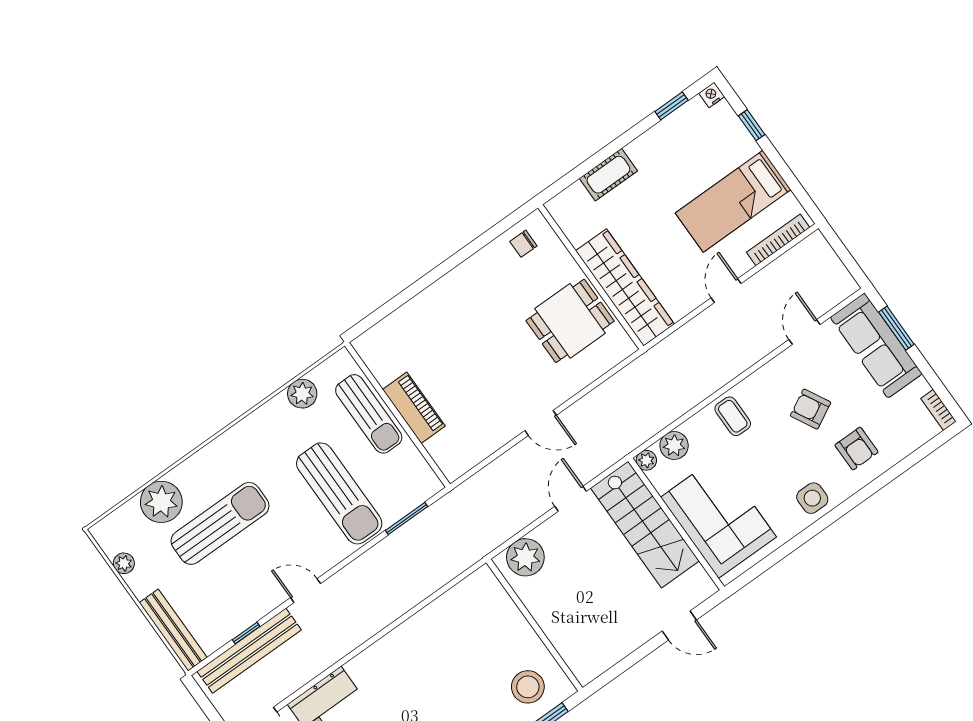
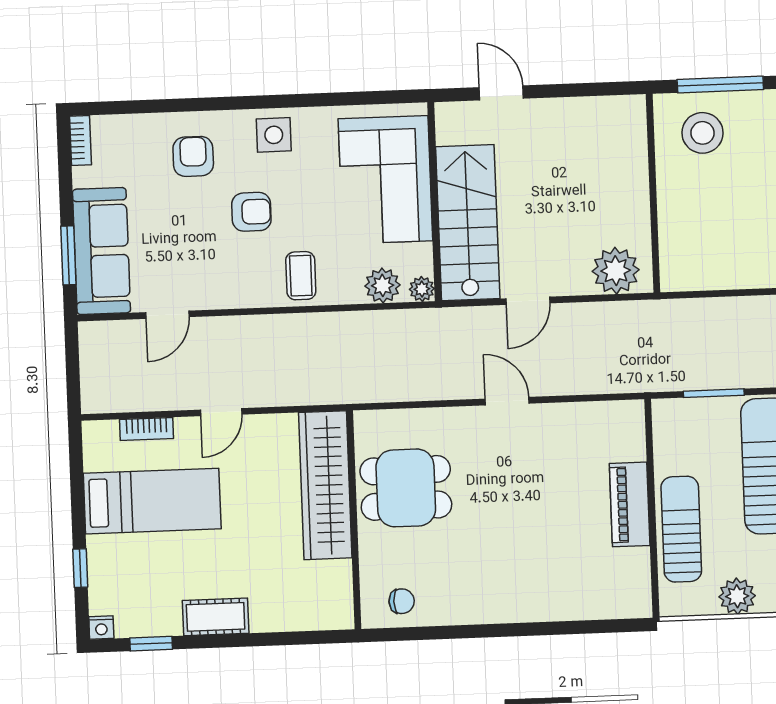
cot: (608, 175) -> (216, 617), moved
bookcase: (778, 240) -> (146, 429), width x0.64
armchair: (811, 409) -> (251, 212), moved, turned -62

